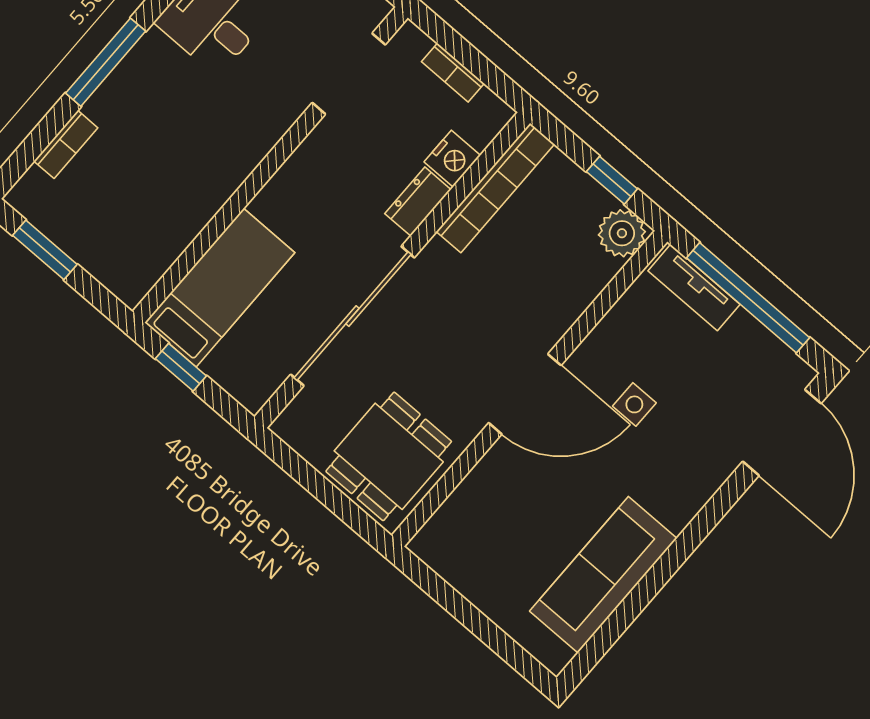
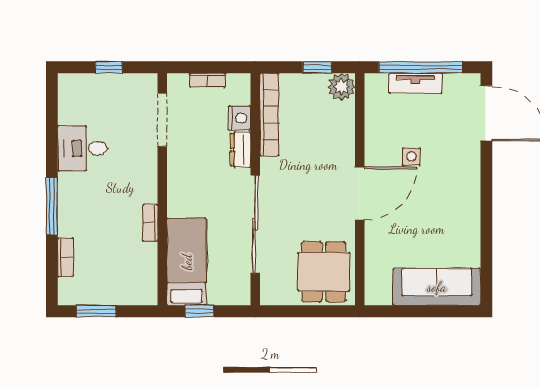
bookcase: (216, 195) -> (150, 223), added
tv unit: (694, 288) -> (416, 83), moved
sofa: (603, 575) -> (437, 287), moved, turned 90

